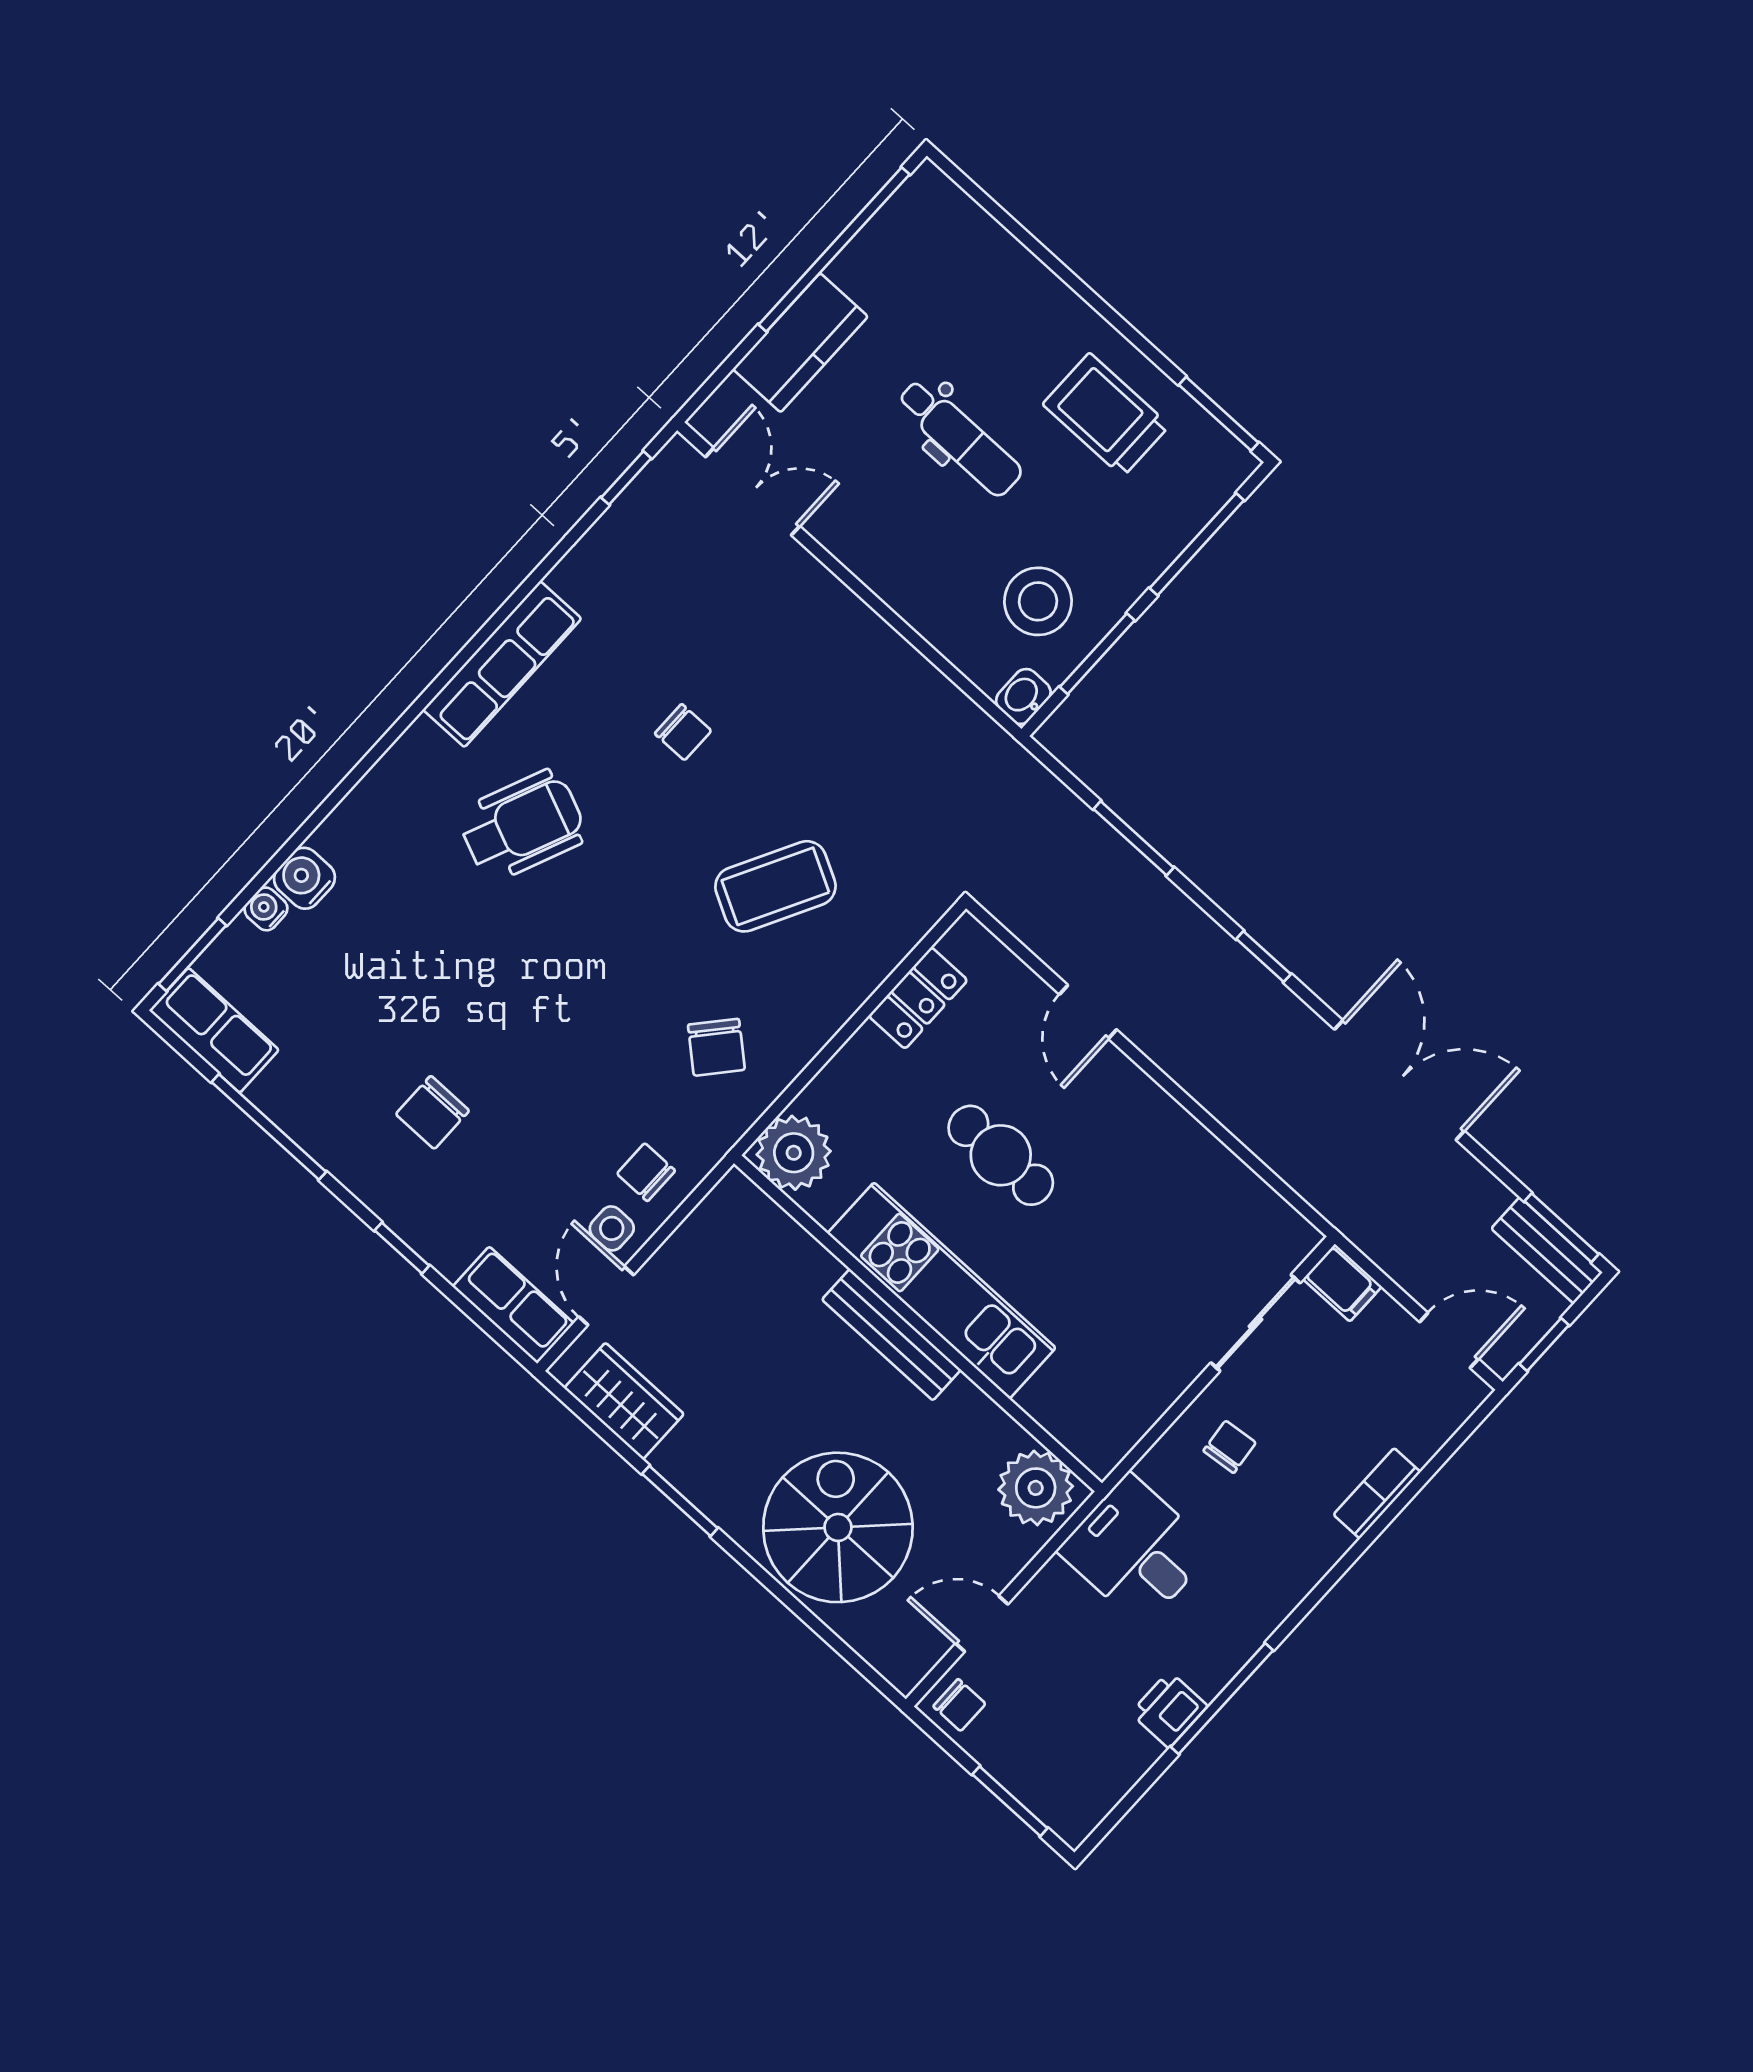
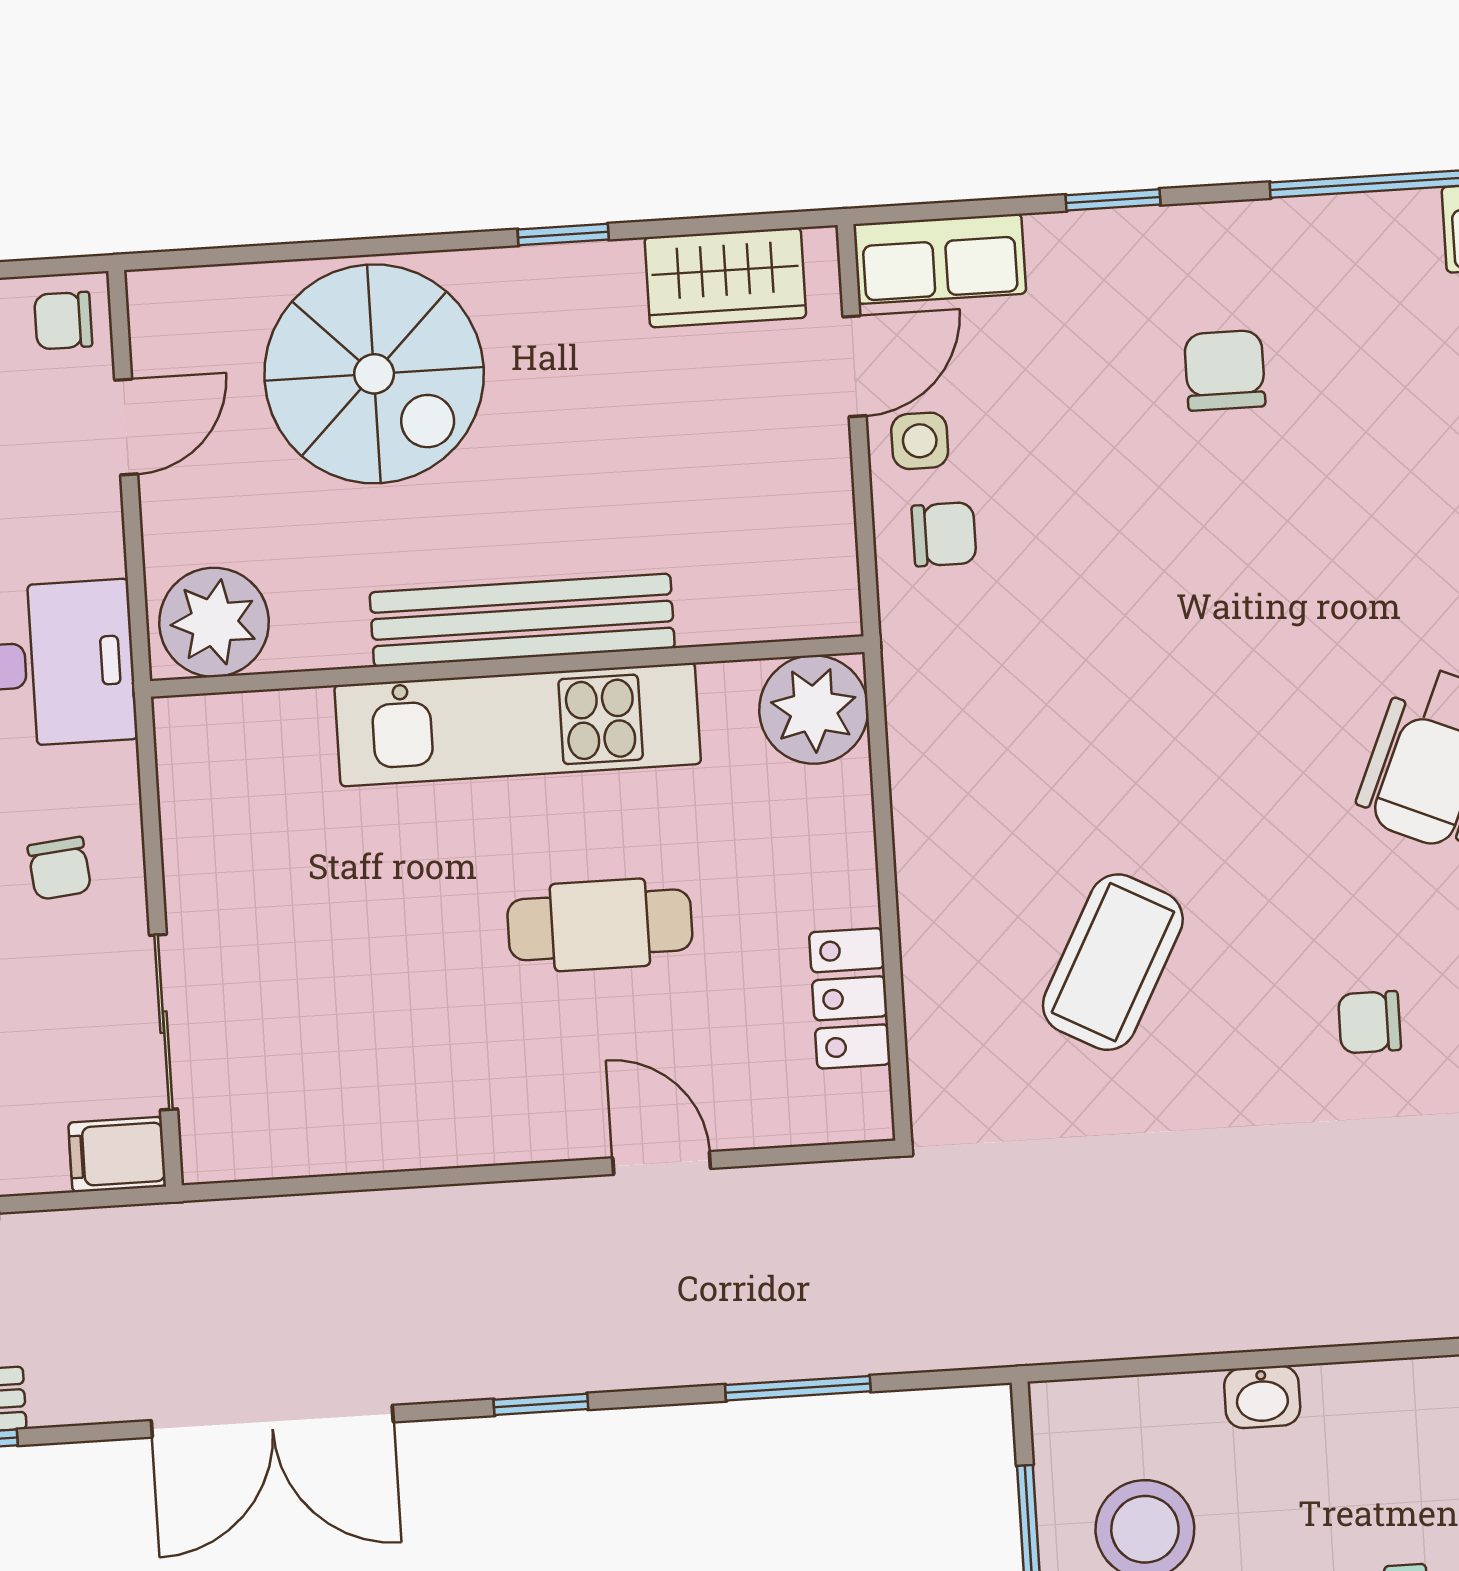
washbasin: (1023, 697) -> (1262, 1397), moved, turned 90
chair: (716, 1047) -> (1004, 736), removed
door: (606, 1296) -> (854, 366), hinge flipped
bench: (891, 1335) -> (522, 620), width x1.37, depth x1.21
window: (680, 1501) -> (563, 235), width x0.67

